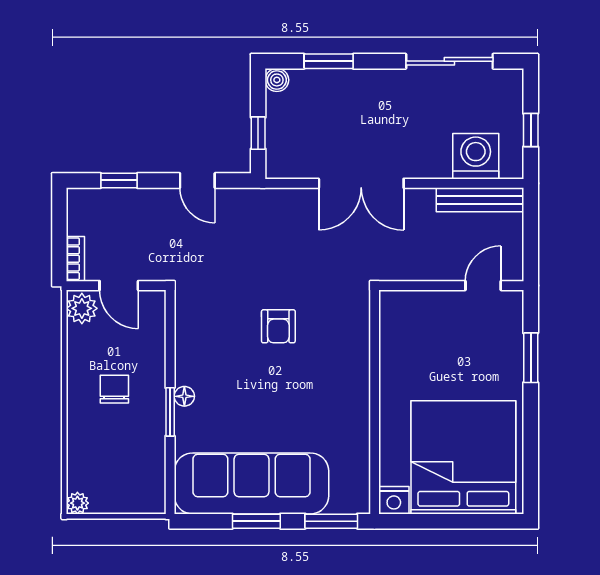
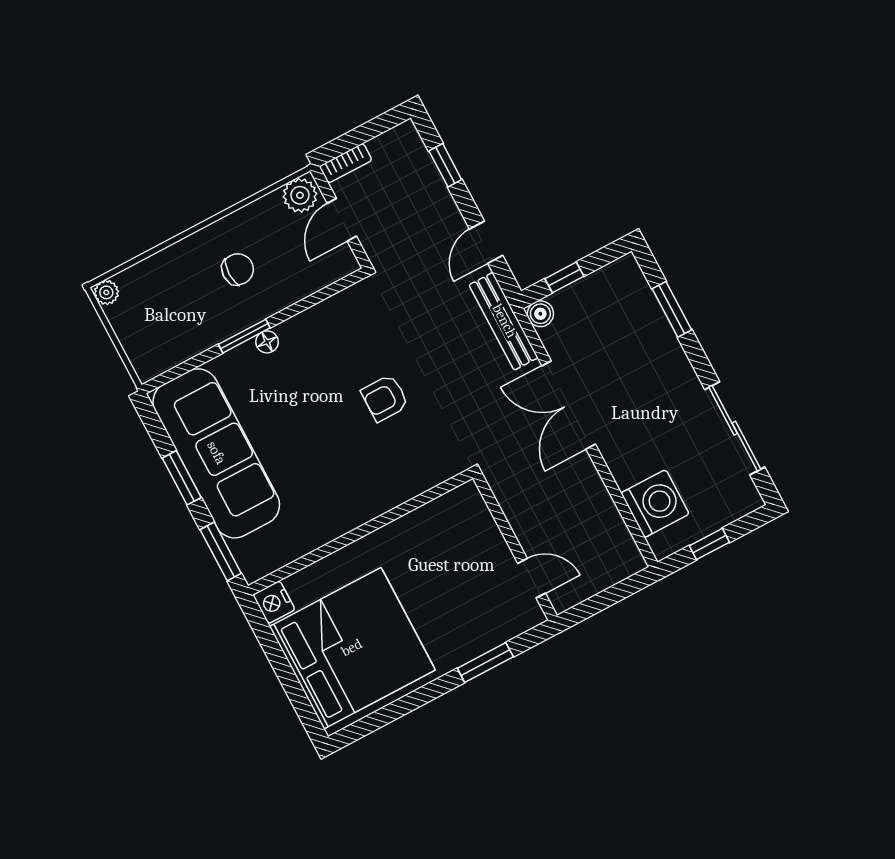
boiler: (277, 80) -> (540, 314), moved
bench: (480, 200) -> (504, 321), moved

